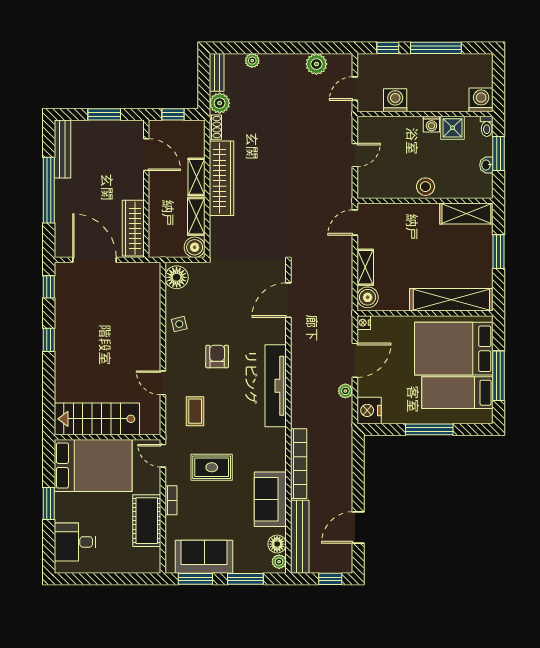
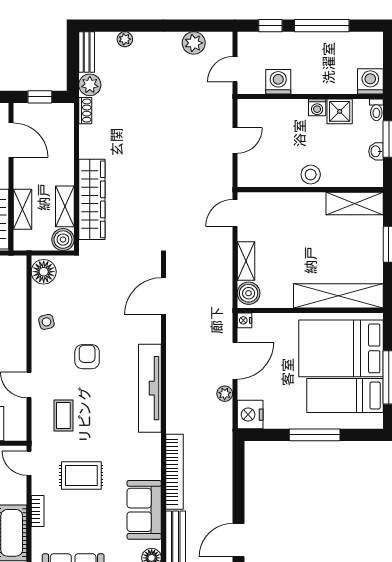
shelving: (196, 177) -> (23, 209), moved
wardrobe: (221, 178) -> (92, 199), moved

